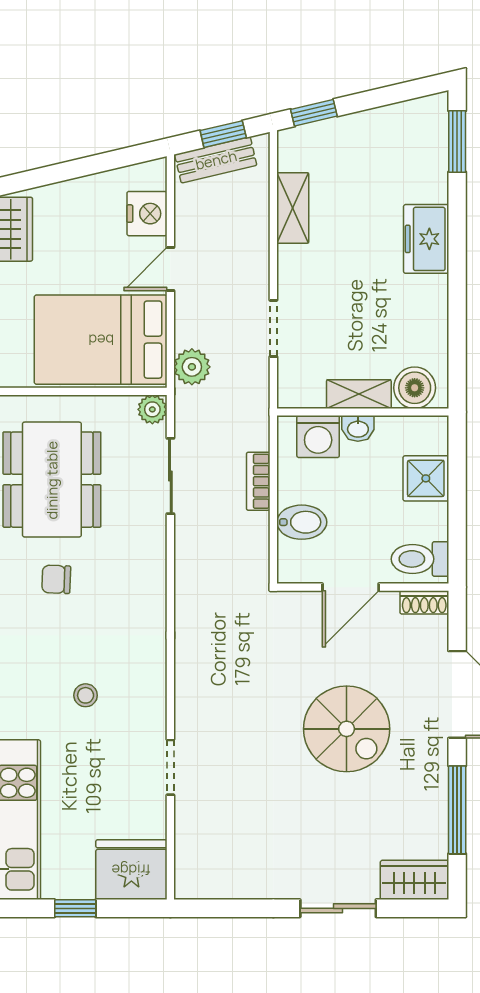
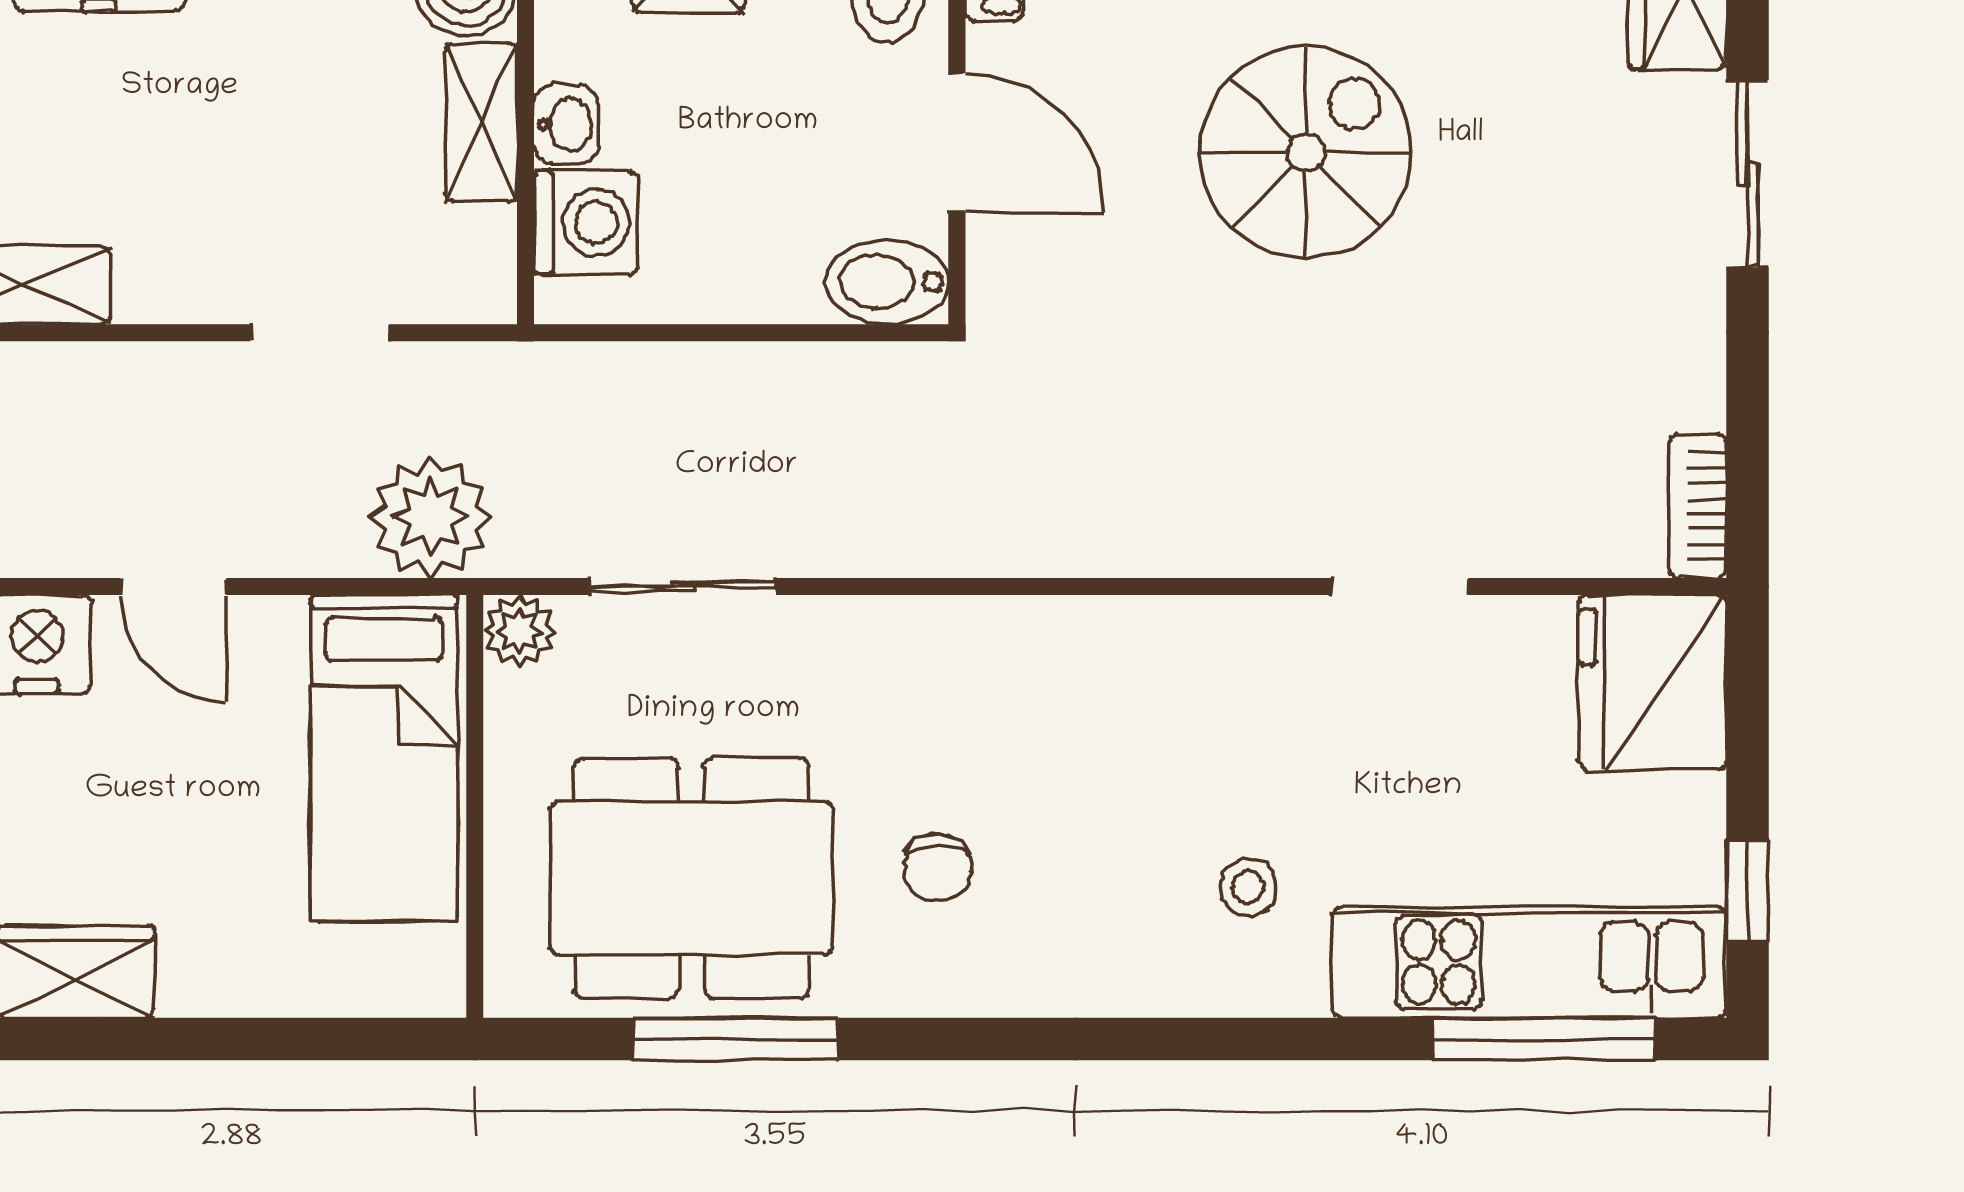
bed: (101, 340) -> (384, 758), width x0.67
plant: (192, 367) -> (431, 517), width x1.36, depth x1.36
bookcase: (258, 481) -> (1698, 506), moved, turned 90
bidet: (302, 522) -> (887, 282), moved, turned -90
stool: (86, 695) -> (1248, 887), moved
window: (75, 908) -> (1748, 891), moved

